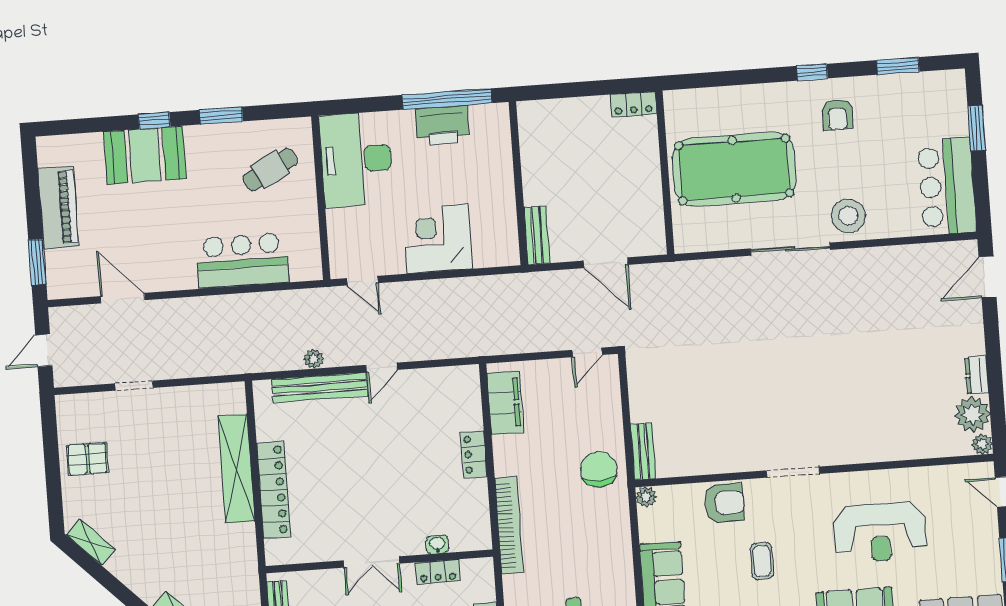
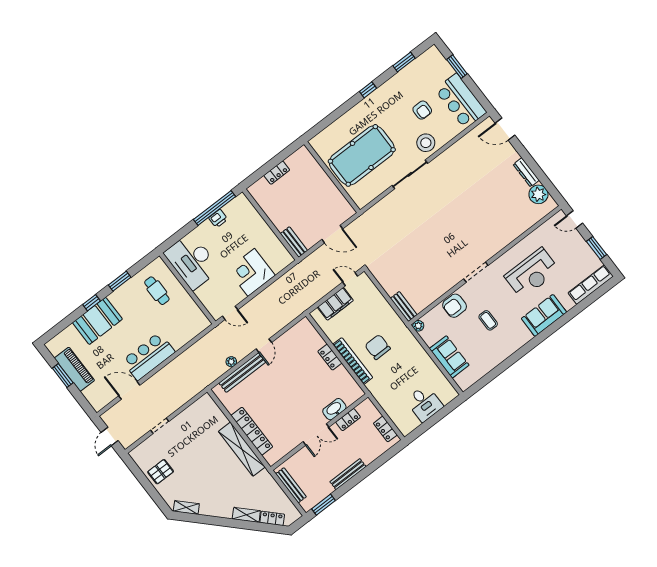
locker: (633, 104) -> (277, 173), moved
armchair: (837, 115) -> (422, 110), moved
printer: (442, 125) -> (218, 219), width x0.53, depth x0.68
cafe table: (270, 170) -> (157, 291), turned -62
bar counter: (242, 261) -> (149, 356), moved
window: (37, 262) -> (63, 375), moved
door: (988, 277) -> (505, 129), hinge flipped
door: (587, 352) -> (350, 279), swing flipped
dresser: (977, 375) -> (526, 172), width x1.44
filing cabinet: (505, 403) -> (335, 304), moved, turned 90
plant: (982, 444) -> (551, 205), removed
shelving: (236, 469) -> (242, 449), moved
chair: (599, 469) -> (378, 347), moved
armchair: (724, 503) -> (455, 306), turned 180
bookcase: (509, 525) -> (353, 361), moved
washbasin: (437, 544) -> (334, 409), width x1.91, depth x1.45

